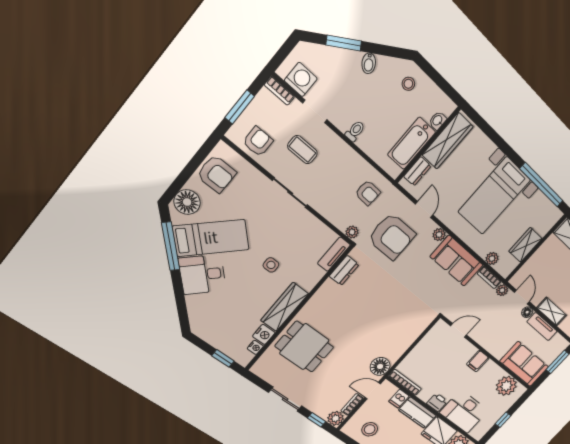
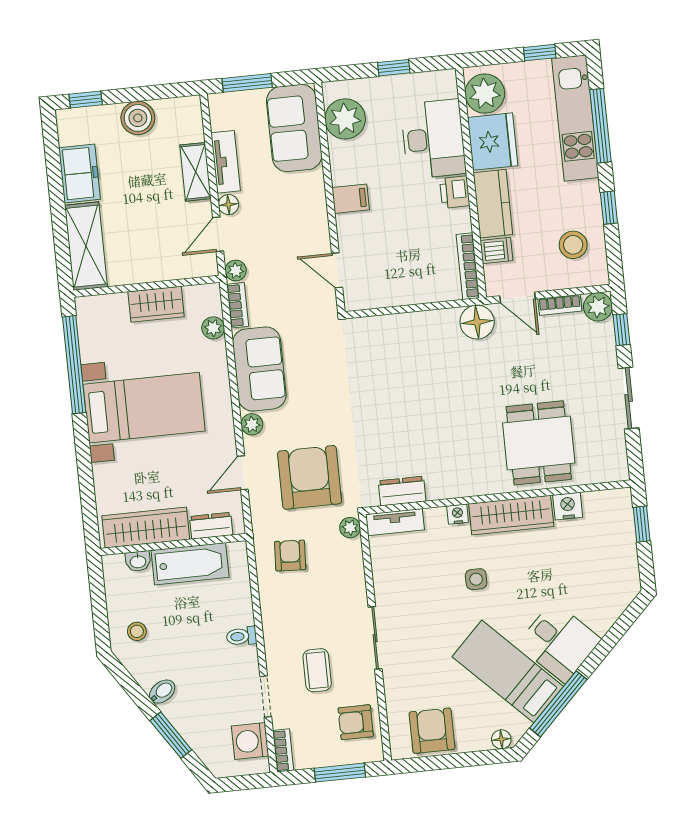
floor lamp: (187, 202) -> (501, 739), width x0.53, depth x0.53
nightstand: (255, 347) -> (458, 514), moved

